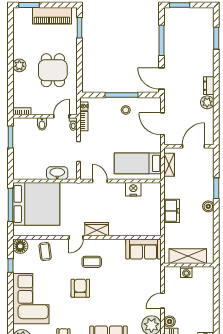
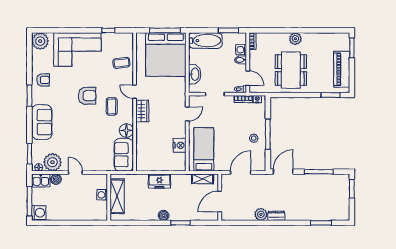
dining table: (53, 70) -> (291, 70), width x1.38
washing machine: (31, 123) -> (241, 50), added
door: (193, 146) -> (220, 202), swing flipped
bathtub: (21, 162) -> (205, 41), added
floor lamp: (20, 246) -> (126, 131), moved

